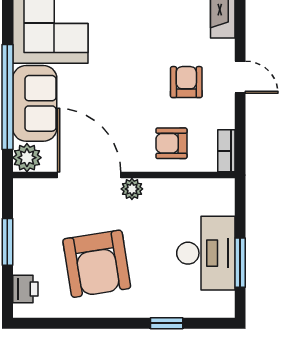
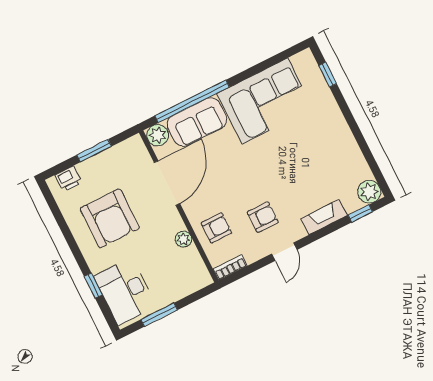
armchair: (171, 143) -> (216, 228), turned 90
plant: (132, 189) -> (183, 239), moved
desk: (206, 253) -> (125, 291), moved, turned 90
armchair: (97, 264) -> (110, 218), turned -81

